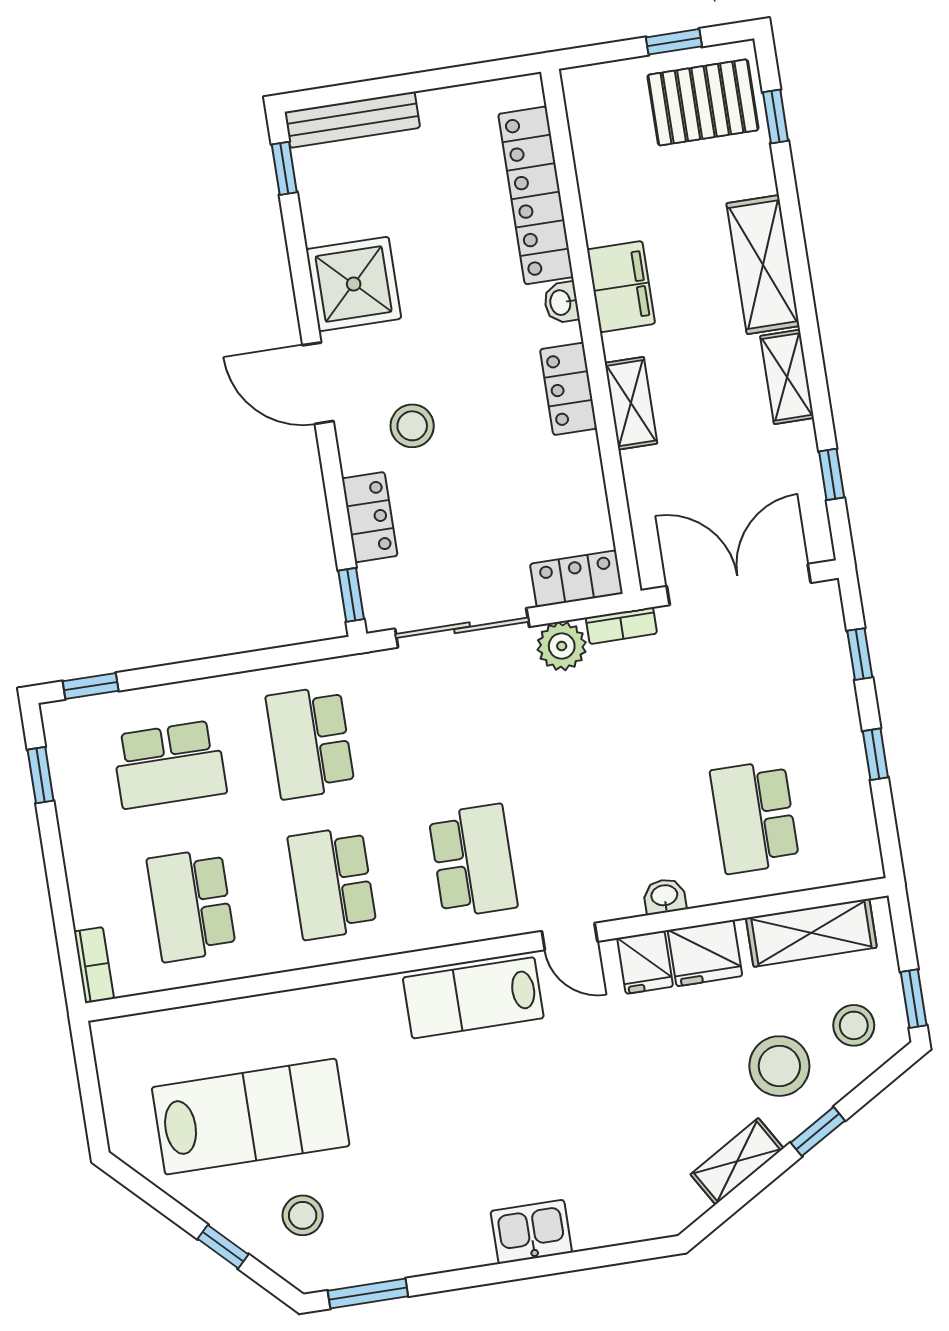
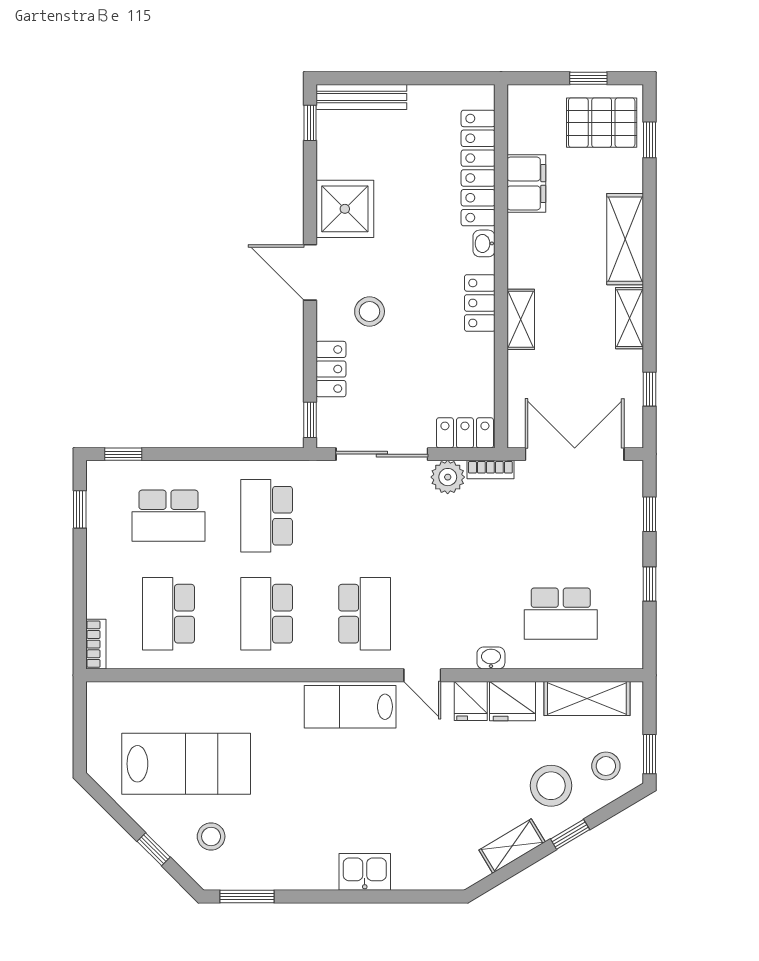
filing cabinet: (621, 287) -> (526, 183), moved
school desk: (755, 817) -> (561, 614), turned -90

